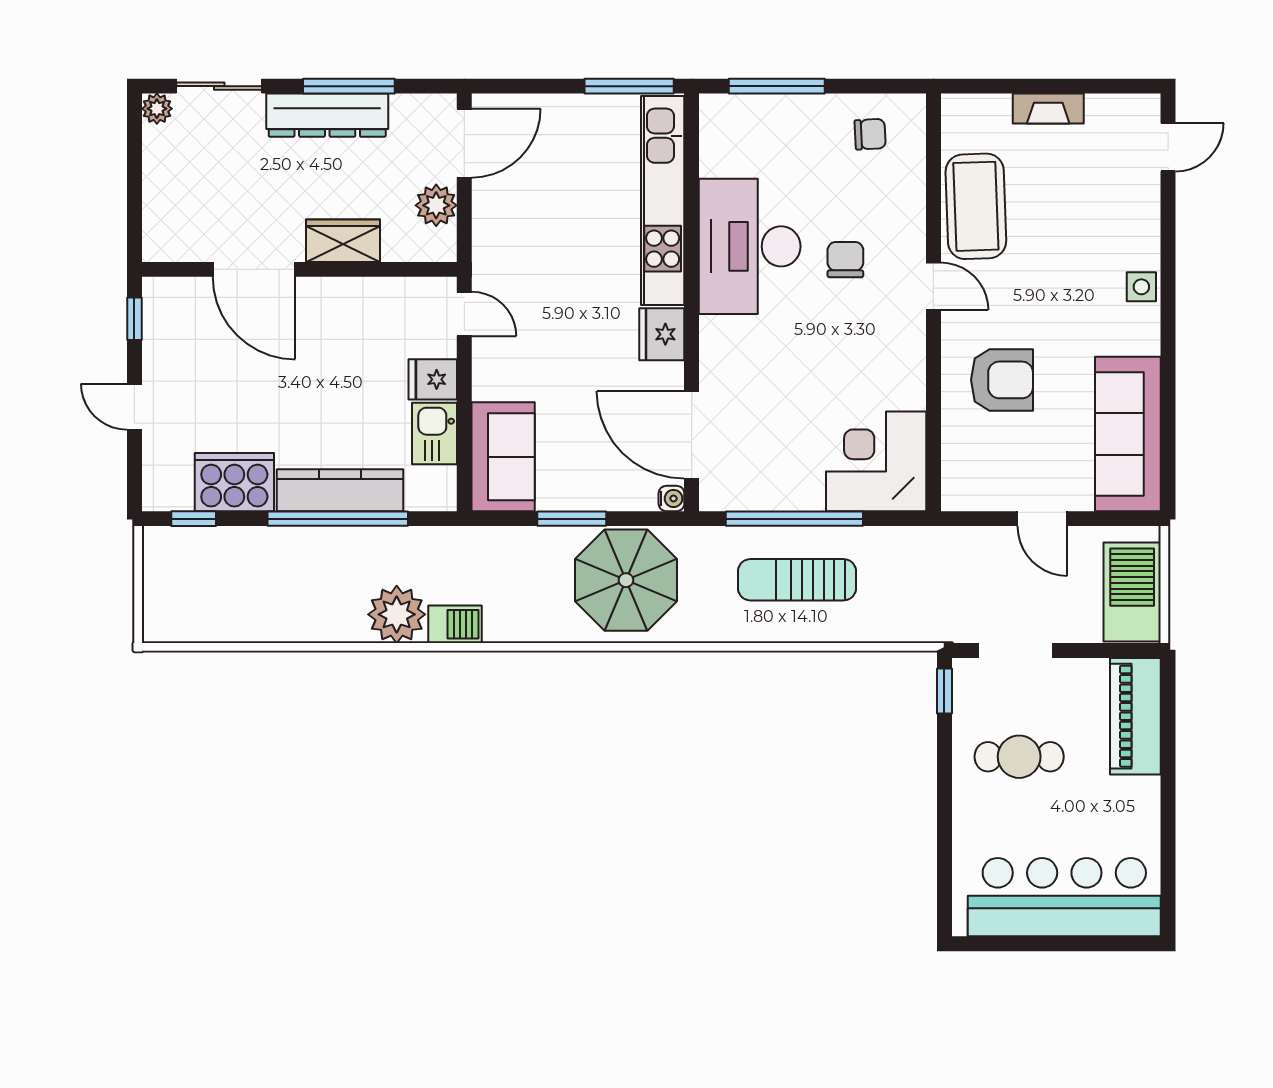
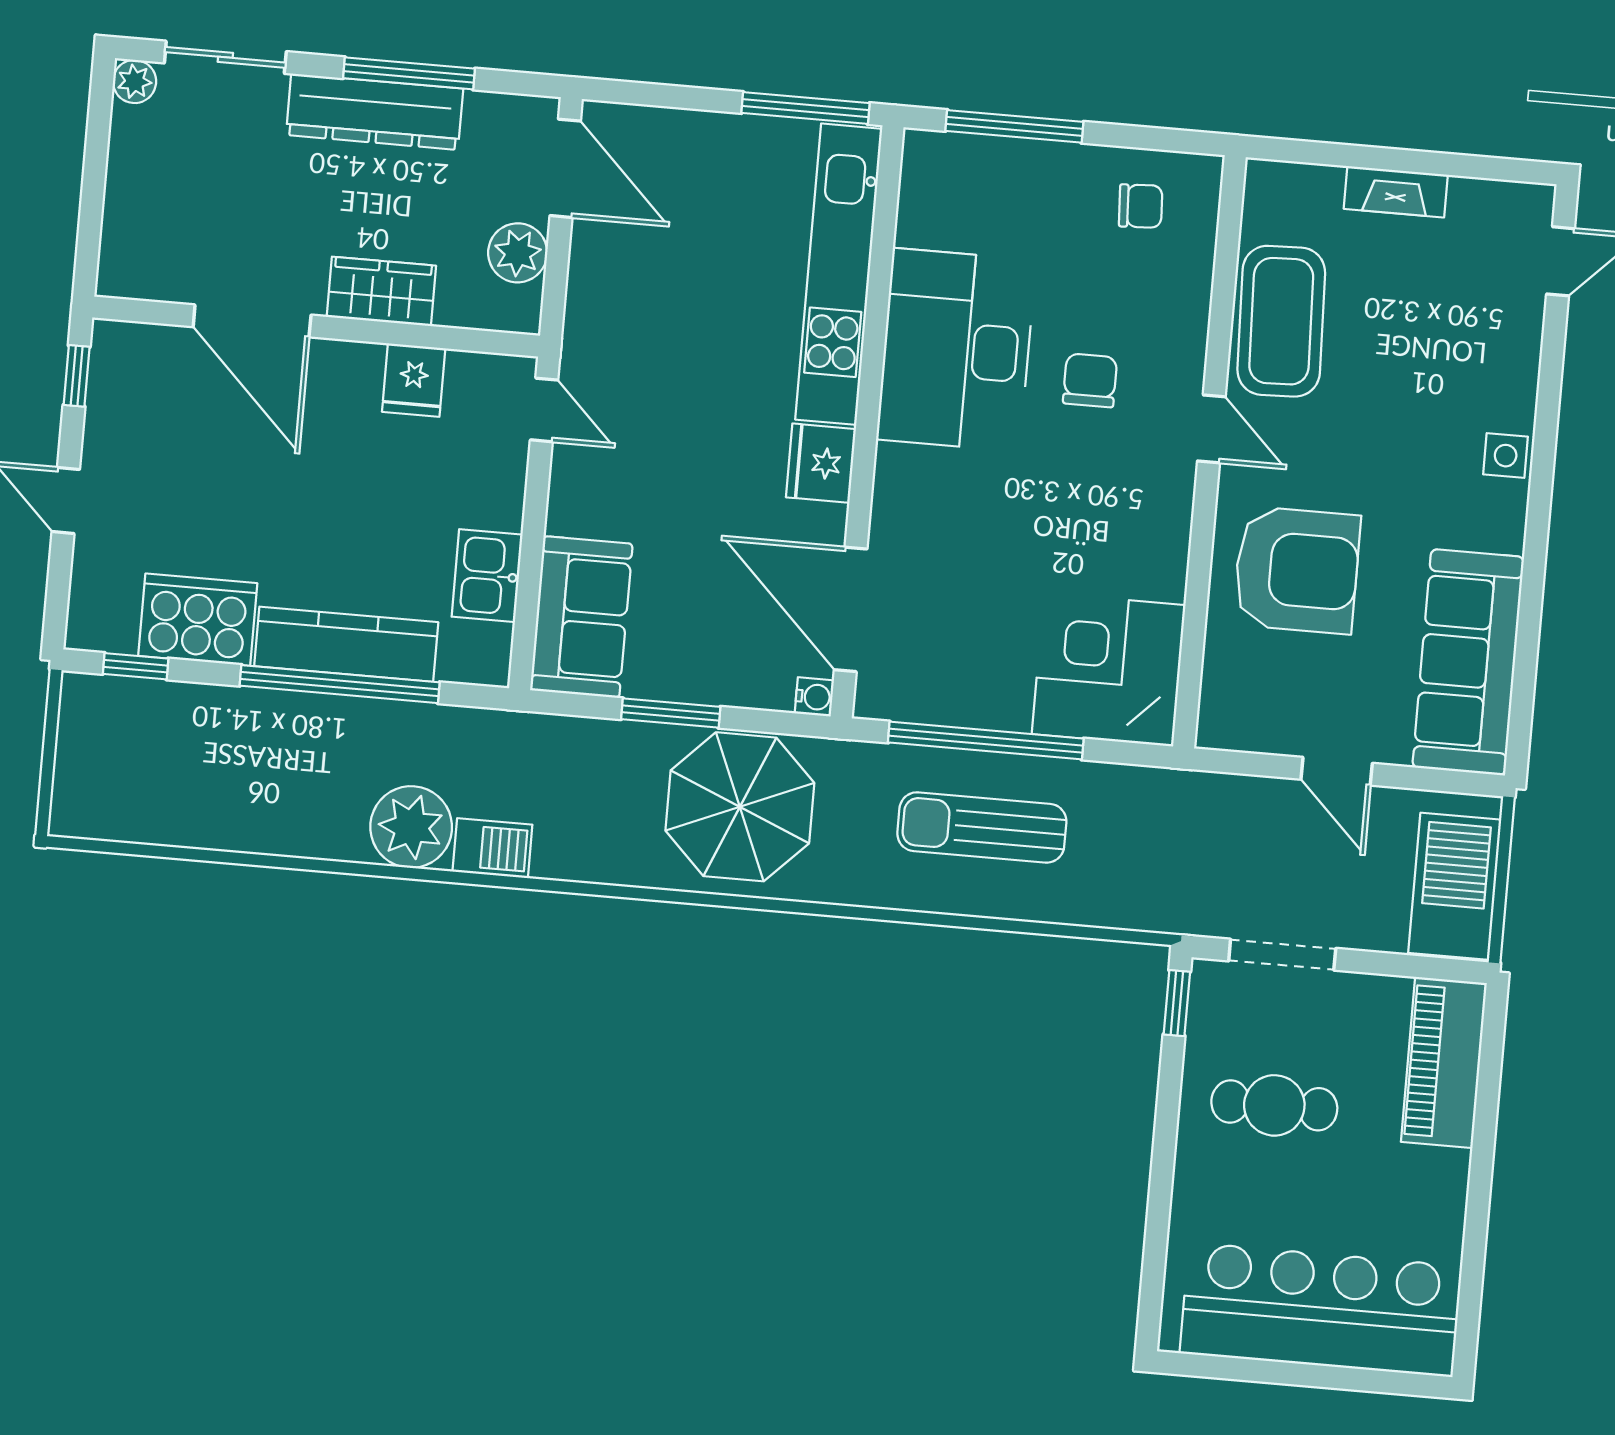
door: (464, 143) -> (565, 168), hinge flipped
fridge: (433, 379) -> (414, 380), moved, turned -90
armchair: (1002, 380) -> (1297, 570), width x1.36, depth x1.36

